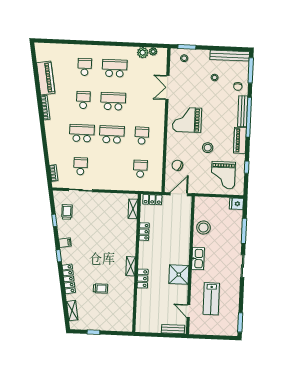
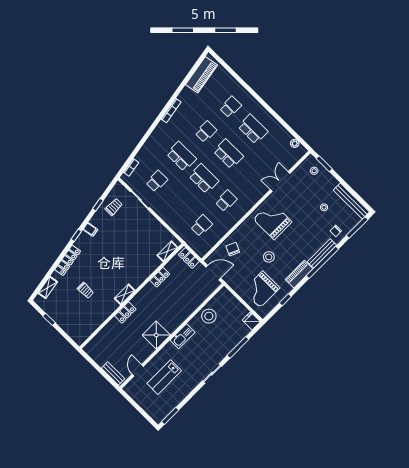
plant: (143, 53) -> (286, 137), removed
piano: (46, 78) -> (201, 75), moved

